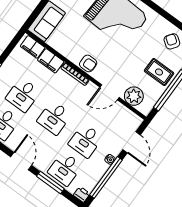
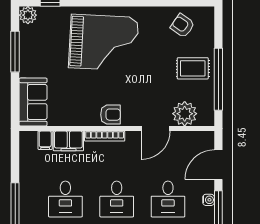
filing cabinet: (33, 47) -> (45, 140), width x0.50
door: (132, 142) -> (218, 165), swing flipped

